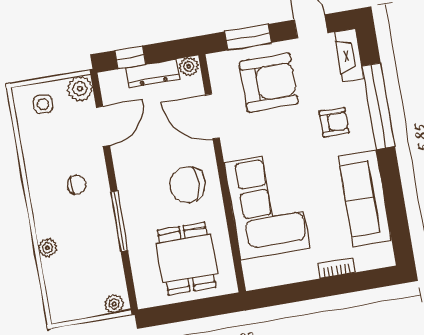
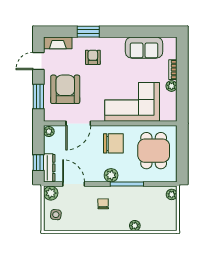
dresser: (152, 73) -> (49, 168), moved
window: (378, 106) -> (88, 32), width x0.47
chair: (187, 185) -> (113, 143), turned -94
plant: (130, 190) -> (111, 175), added
sofa: (365, 198) -> (144, 48), width x0.73
dining table: (187, 259) -> (154, 151), turned 90
plant: (307, 271) -> (172, 86), added

